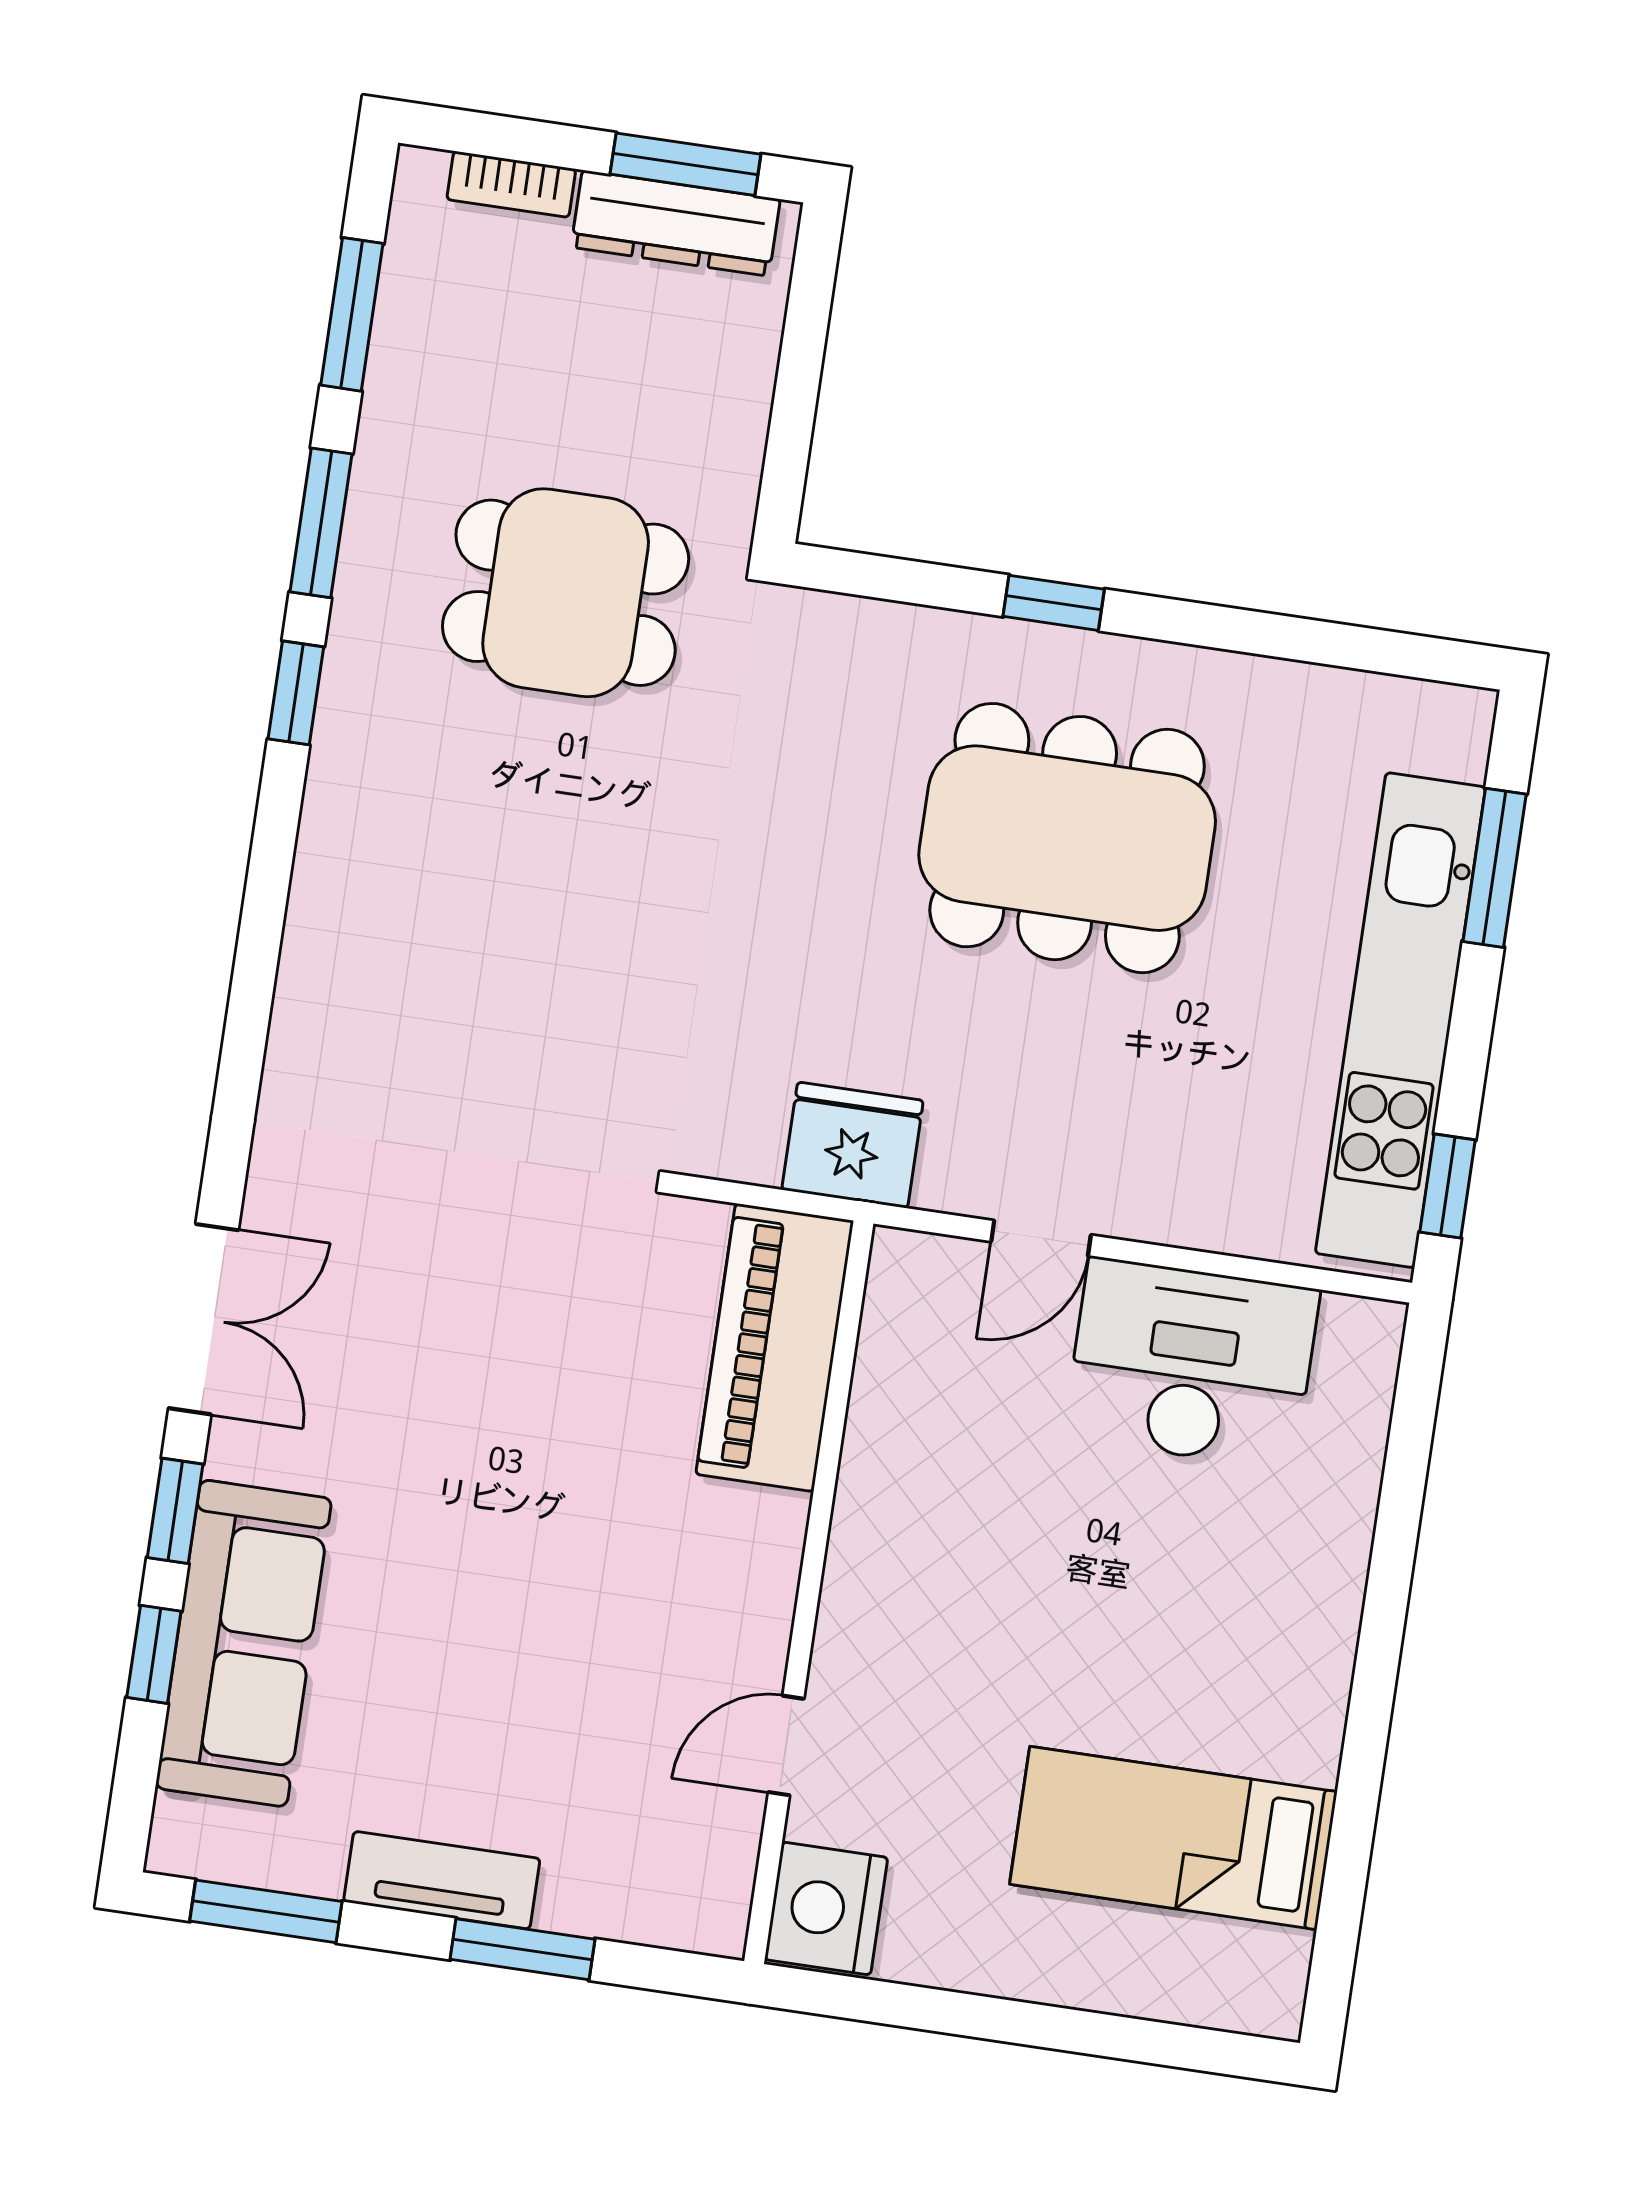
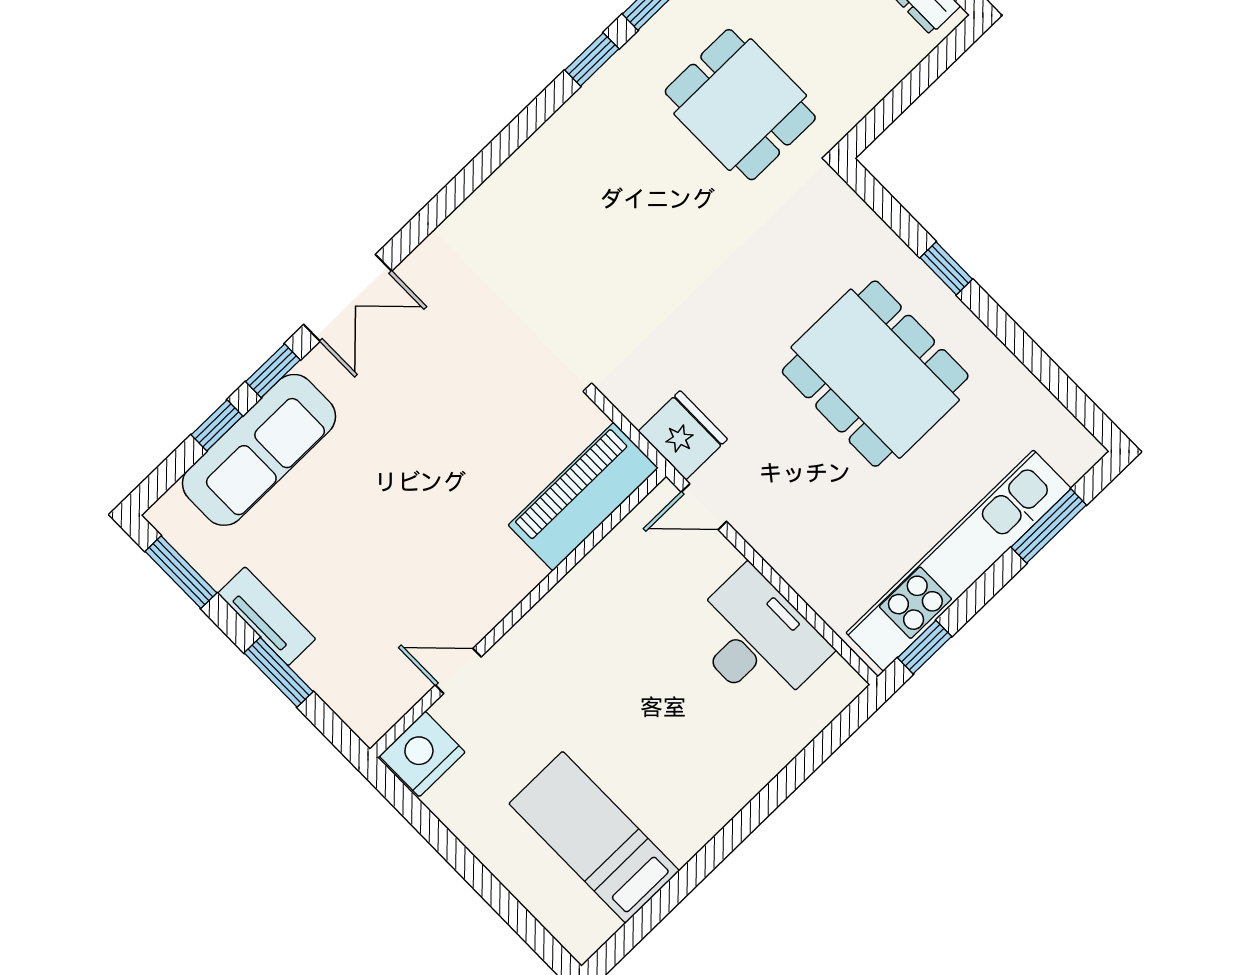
door: (1041, 1238) -> (704, 507), moved

